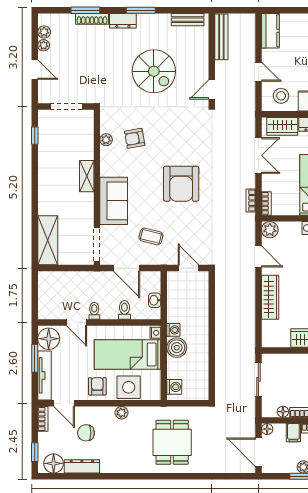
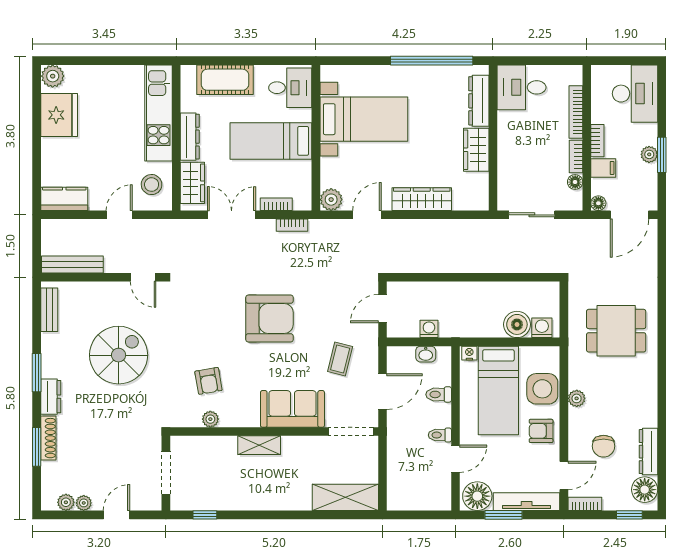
bookcase: (266, 203) -> (276, 204), moved
washing machine: (173, 330) -> (429, 329), moved
boiler: (177, 348) -> (517, 324), moved

